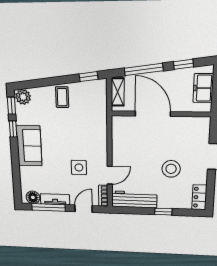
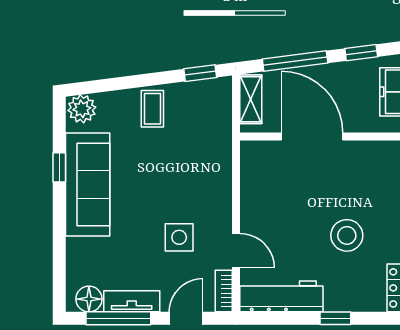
window: (11, 106) -> (59, 125), removed
sofa: (29, 146) -> (88, 184), width x1.36
door: (110, 175) -> (236, 251), hinge flipped

